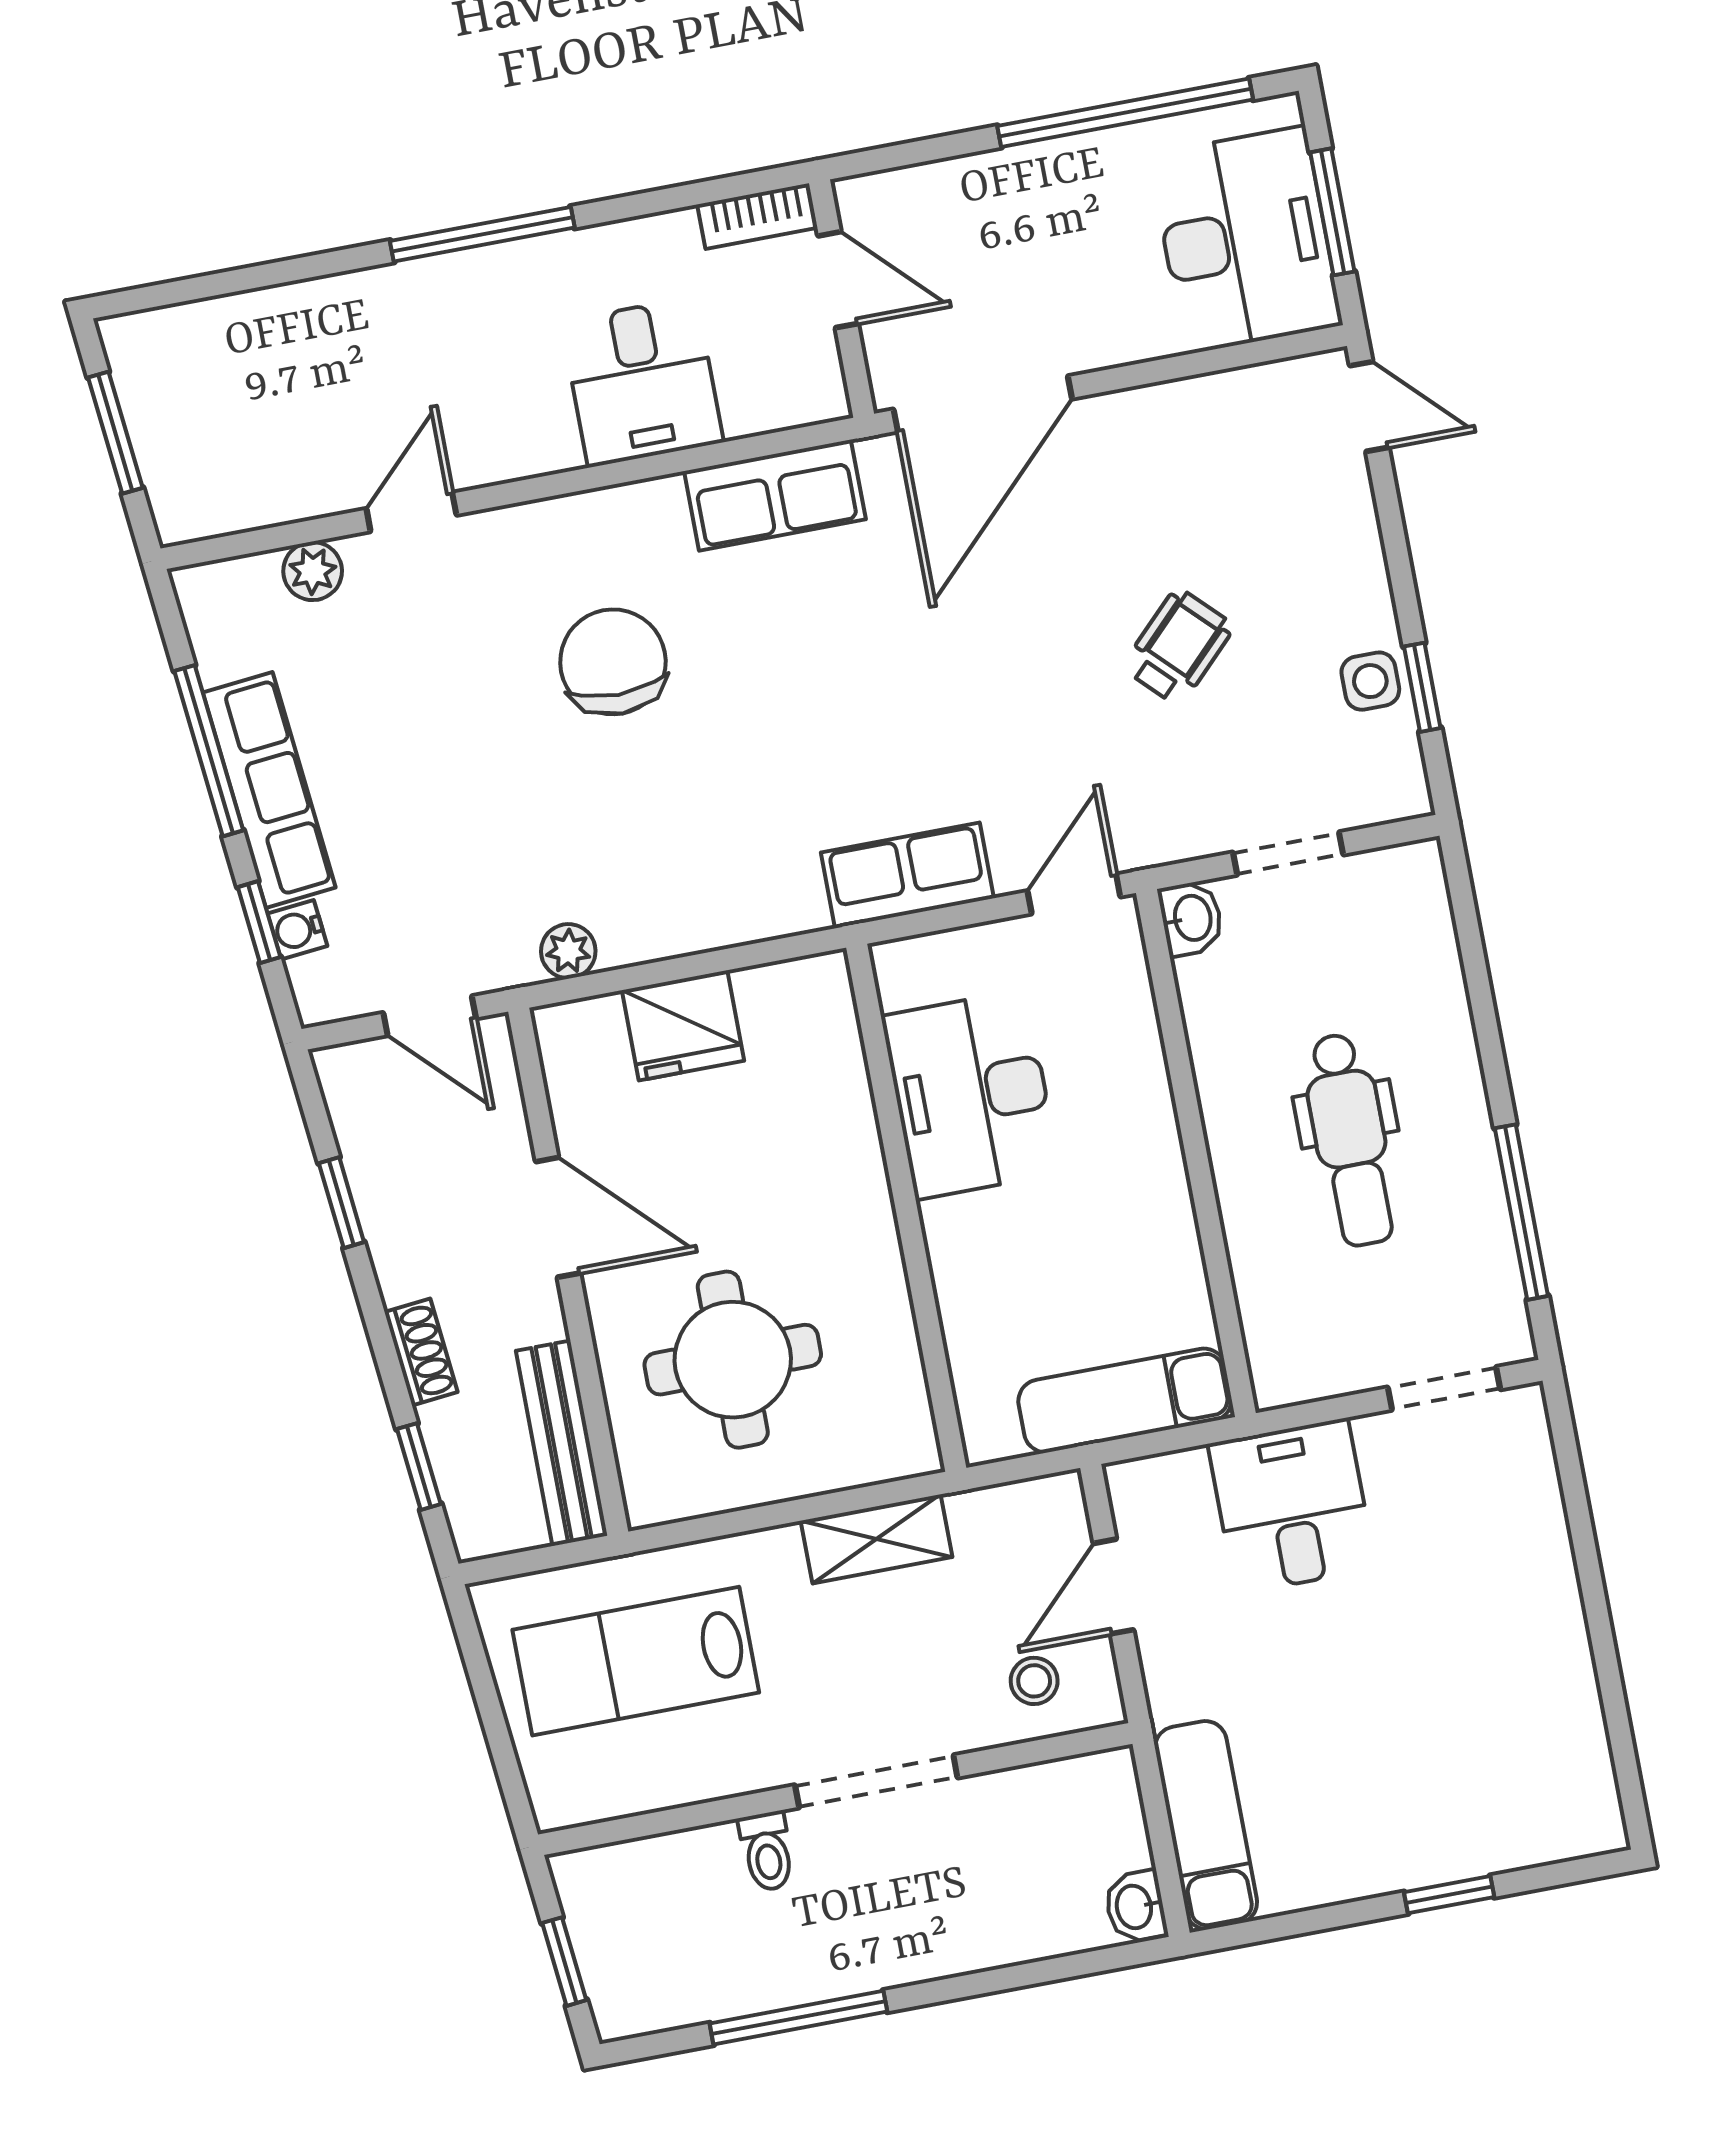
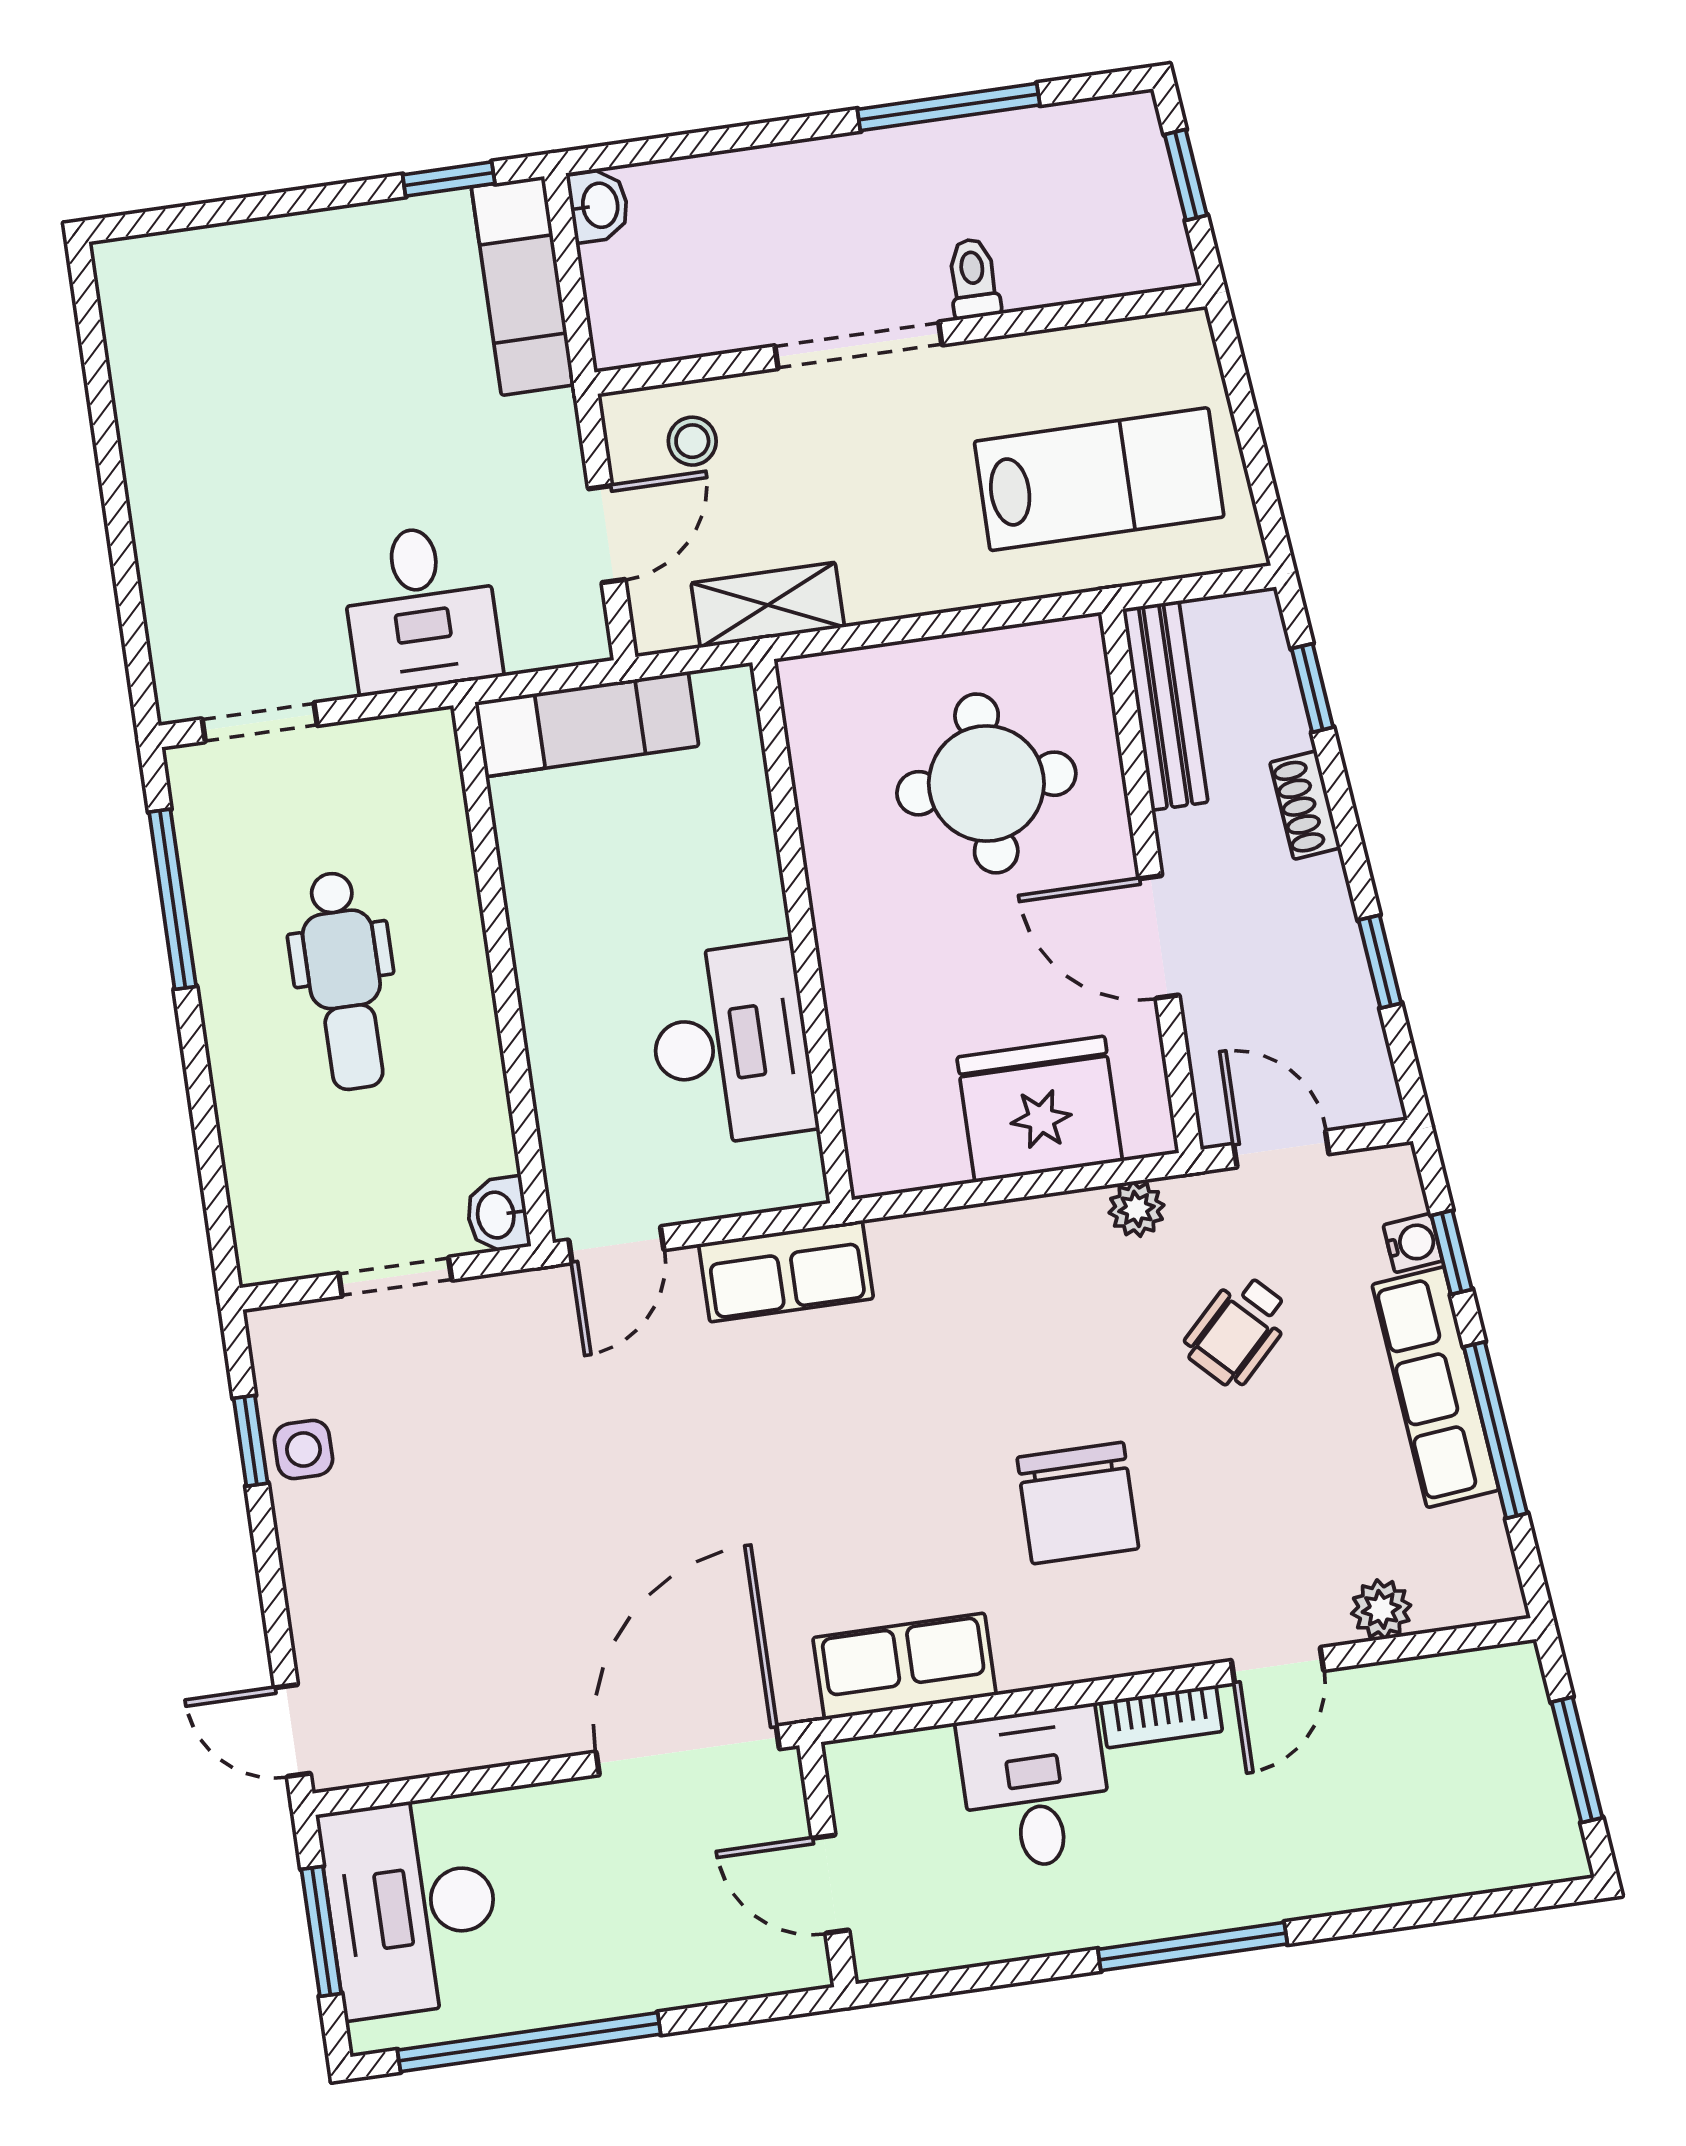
bookcase: (757, 216) -> (1161, 1717), moved, turned 180
wheelchair: (1178, 647) -> (1238, 1331), moved
fridge: (683, 1025) -> (1040, 1109), width x1.36, depth x1.34
dental chair: (1350, 1140) -> (344, 981), turned 180
shelving: (877, 1539) -> (768, 605), moved
window: (1449, 1895) -> (449, 179), moved

